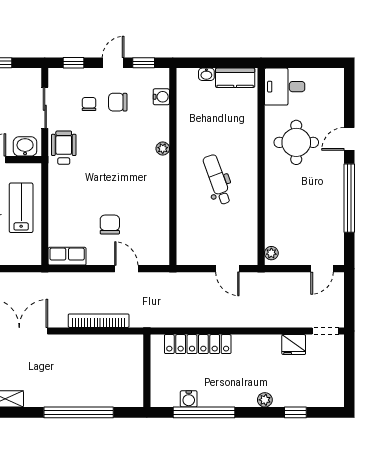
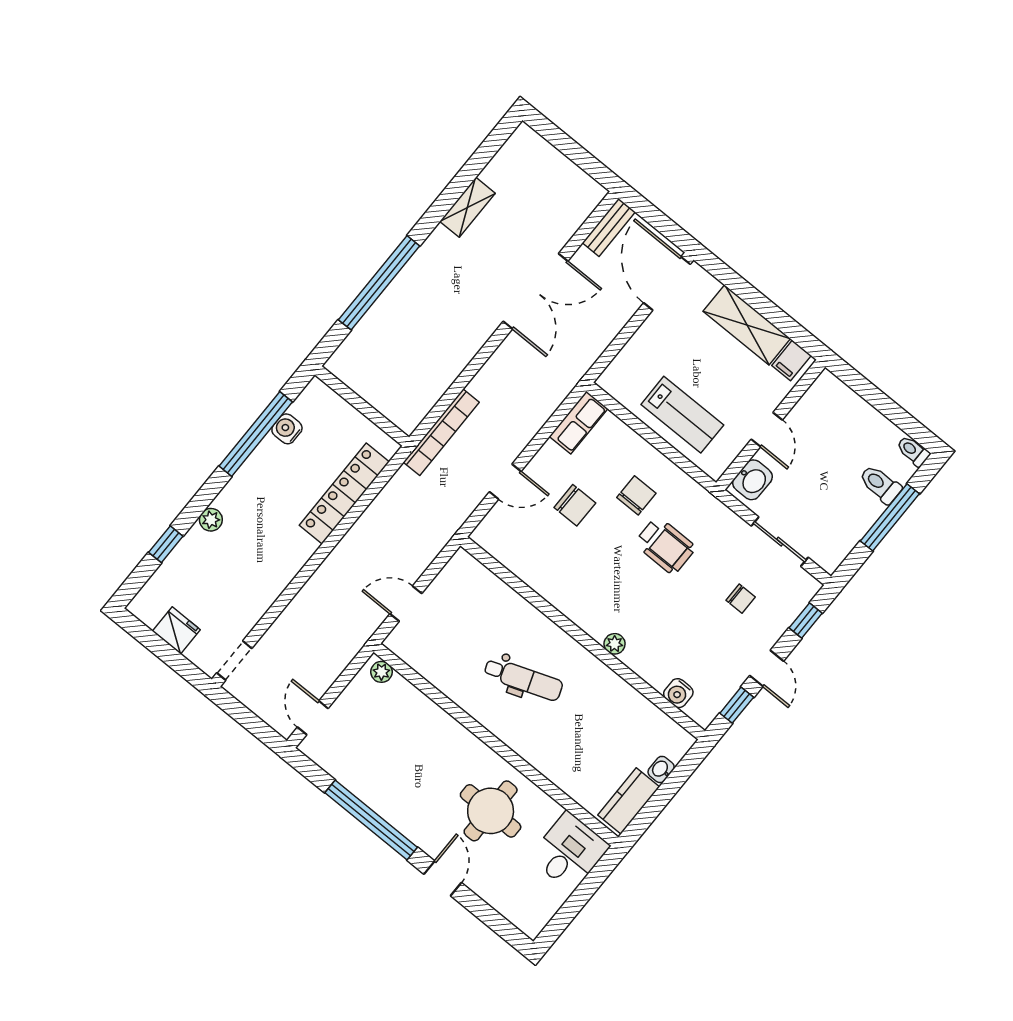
chair: (118, 102) -> (636, 495), moved
wheelchair: (64, 148) -> (665, 545), moved
bookcase: (99, 321) -> (441, 432), moved
fridge: (294, 345) -> (176, 630), moved, turned 90

